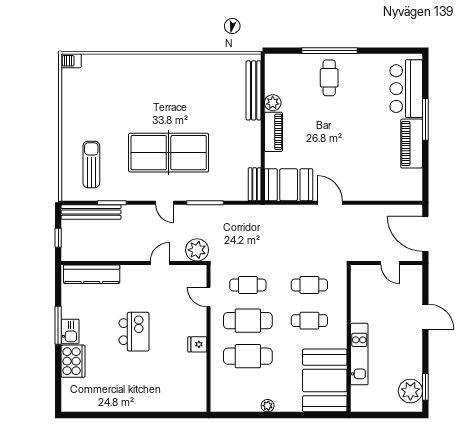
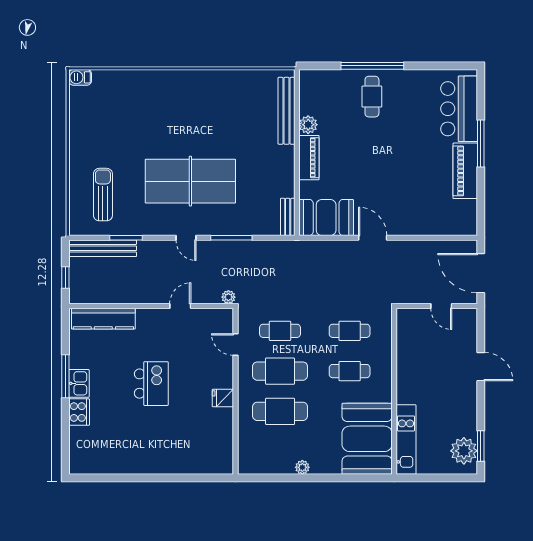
plant: (197, 250) -> (228, 297), width x0.53, depth x0.53
kitchen unit: (359, 354) -> (406, 440), moved
cooker: (73, 361) -> (79, 412), width x0.73, depth x0.76

